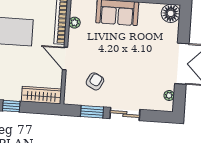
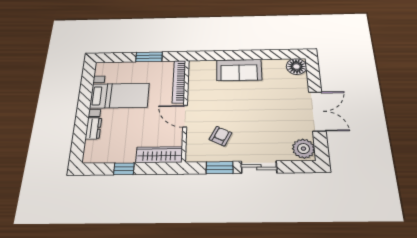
plant: (75, 23) -> (194, 82), removed
plant: (169, 95) -> (303, 149), width x1.88, depth x1.88

